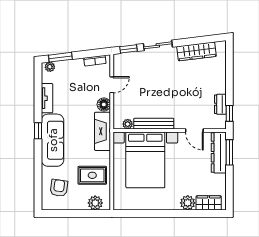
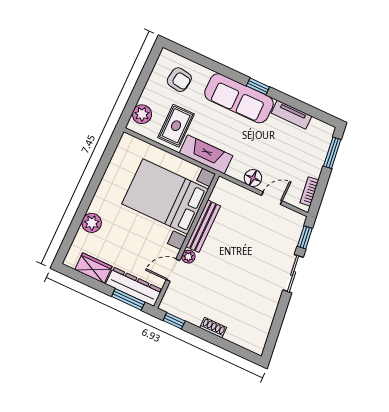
wardrobe: (197, 51) -> (265, 316), removed
plant: (50, 67) -> (327, 135), removed
shoe rack: (221, 84) -> (213, 328), added
door: (112, 85) -> (272, 198), swing flipped
dresser: (220, 104) -> (190, 315), removed
plant: (128, 124) -> (188, 257), moved
fireplace: (103, 131) -> (206, 154), moved
wardrobe: (209, 203) -> (93, 268), moved, turned -90

